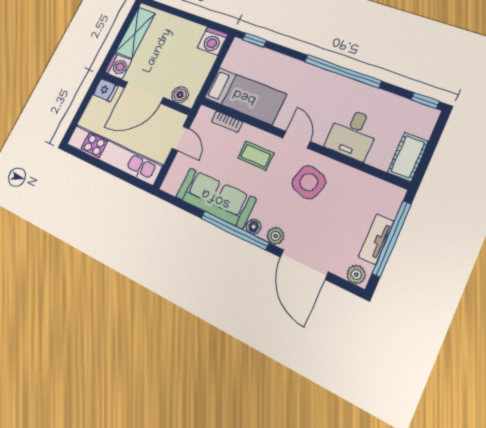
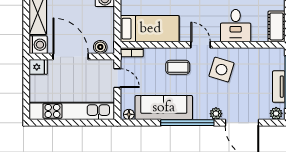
door: (144, 93) -> (71, 57), swing flipped
bookcase: (227, 122) -> (132, 52), moved
floor lamp: (254, 227) -> (129, 114), moved

